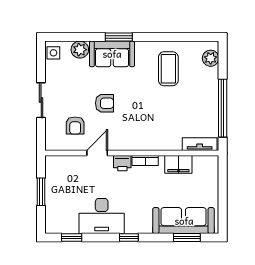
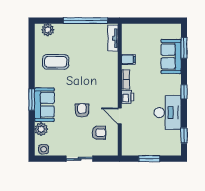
filing cabinet: (178, 164) -> (128, 59), width x0.50
sofa: (184, 221) -> (171, 57), width x0.73

